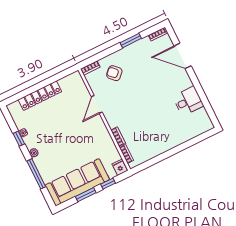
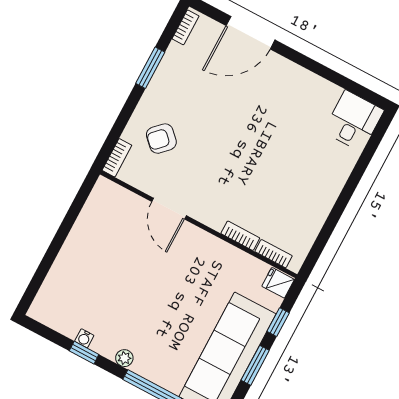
locker: (40, 96) -> (68, 260), removed
desk: (188, 101) -> (354, 121), moved

